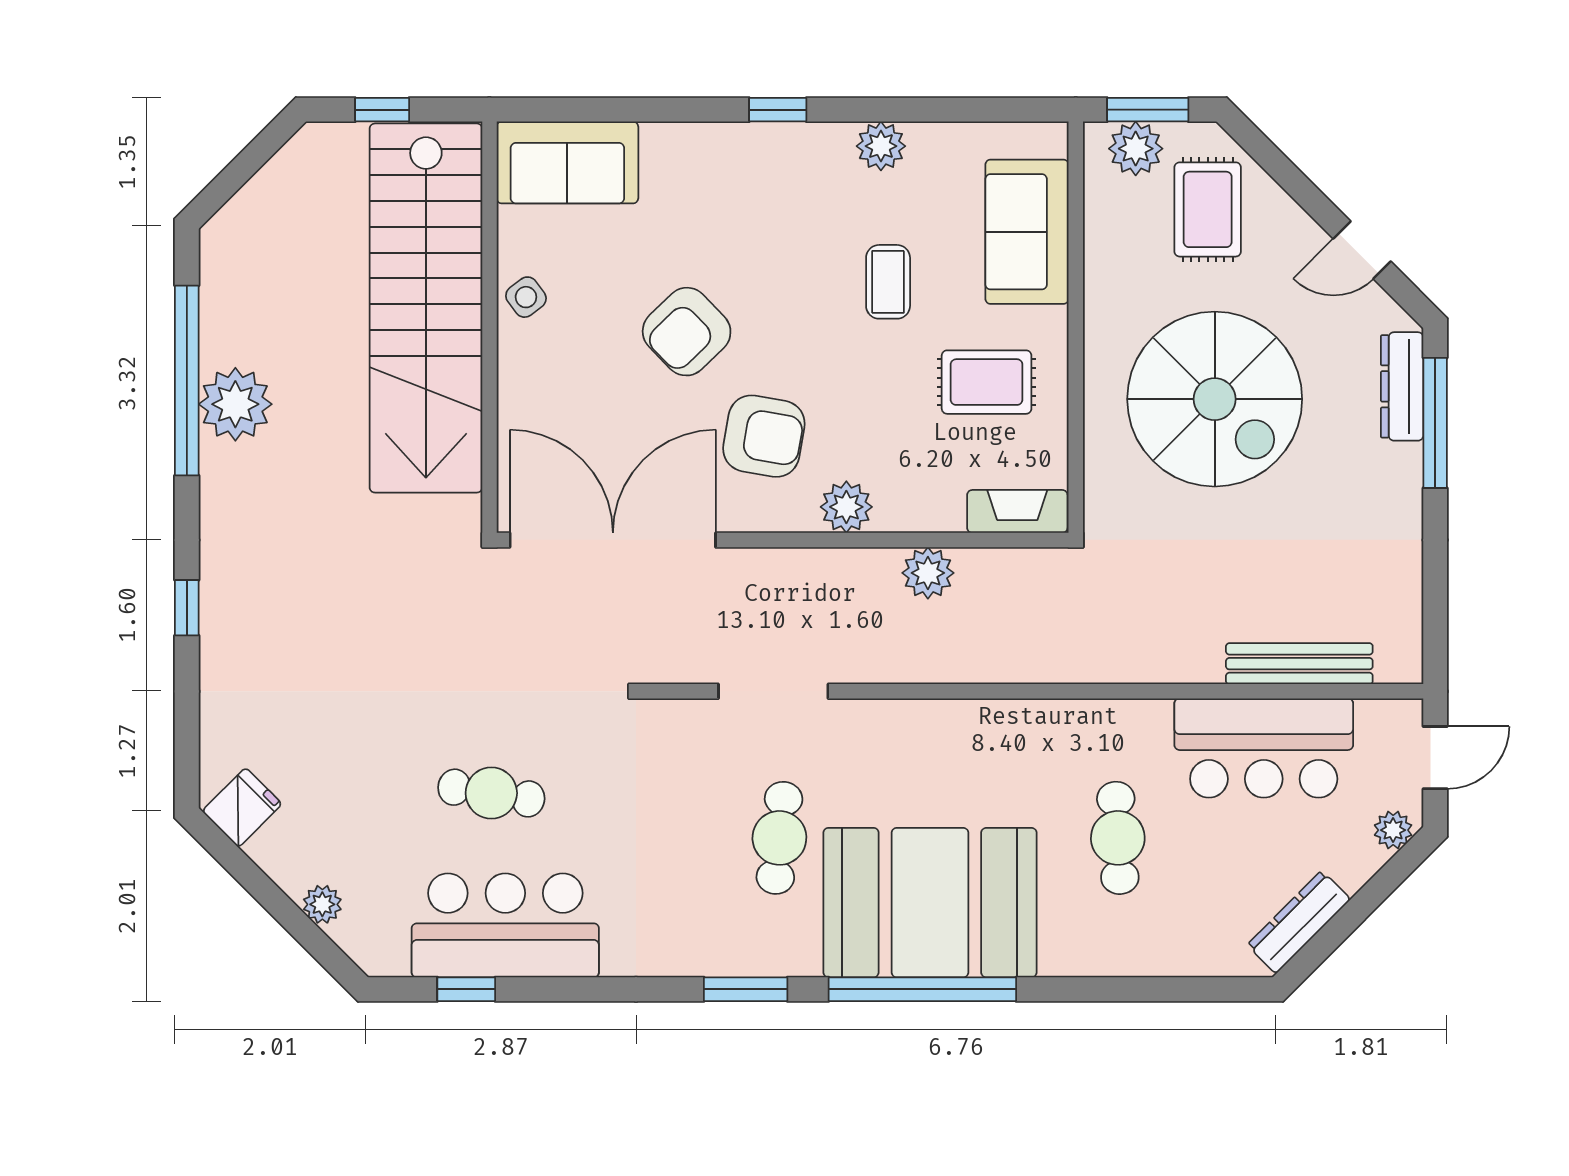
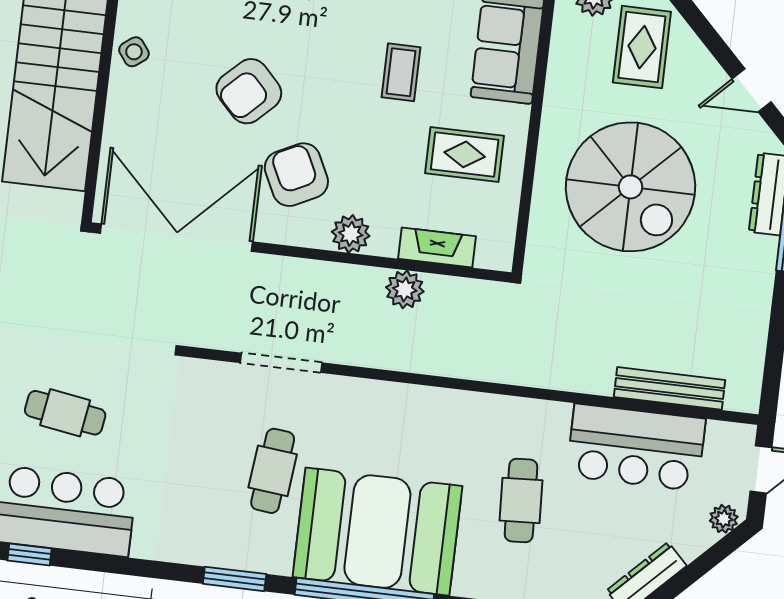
armchair: (764, 436) -> (296, 175), turned -126
fireplace: (1017, 511) -> (437, 247), moved

